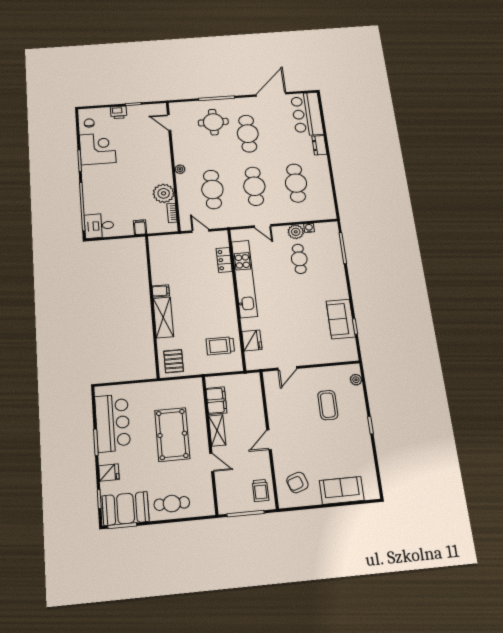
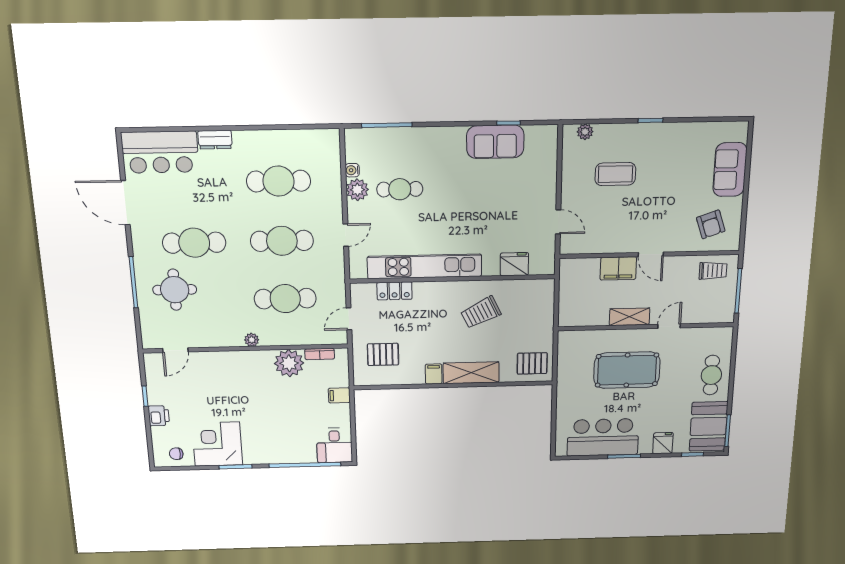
pallet: (174, 255) -> (383, 354), added
trolley: (220, 346) -> (481, 312), moved, turned 64
filing cabinet: (216, 401) -> (618, 268), moved, turned 180

